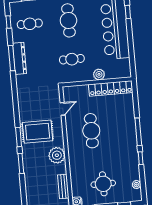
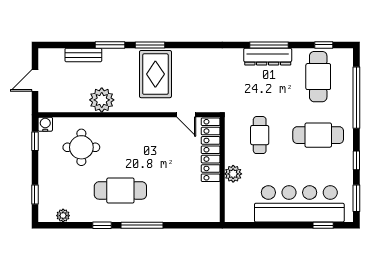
cafe table: (30, 24) -> (318, 77), width x1.37, depth x1.35
locker: (111, 88) -> (211, 150), moved
cafe table: (91, 131) -> (120, 190), moved
plant: (57, 155) -> (102, 100), moved
round table: (103, 184) -> (81, 147), moved
bench: (63, 186) -> (83, 55), moved

